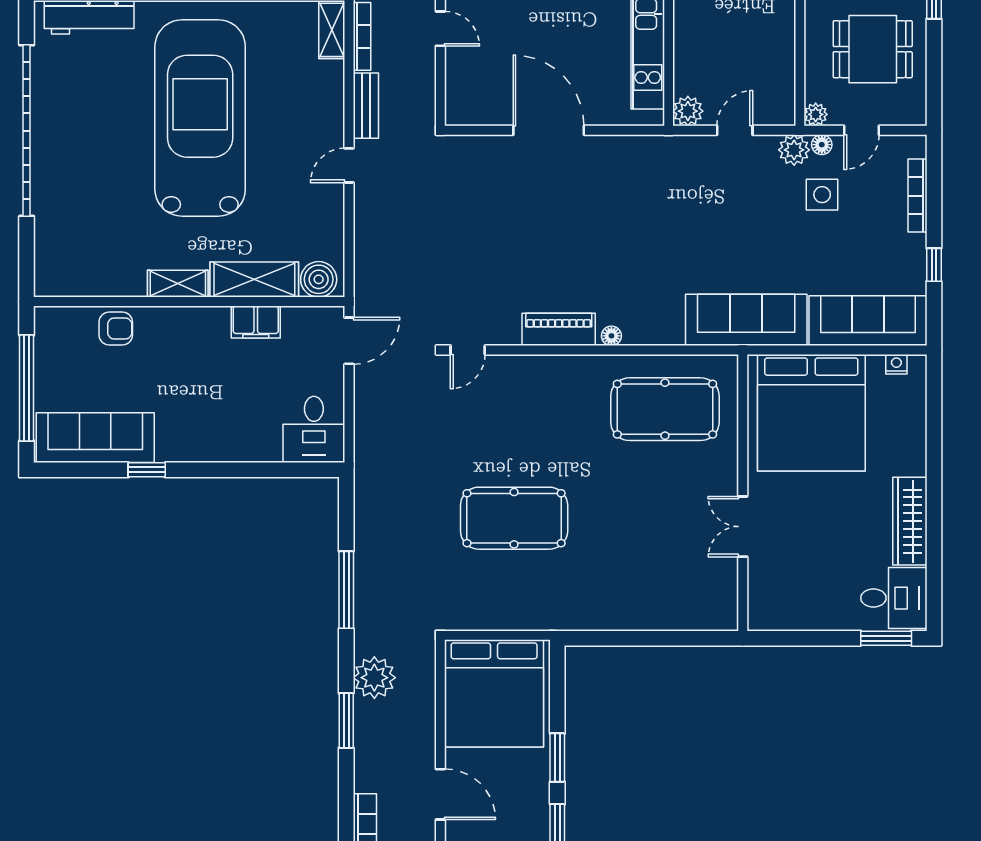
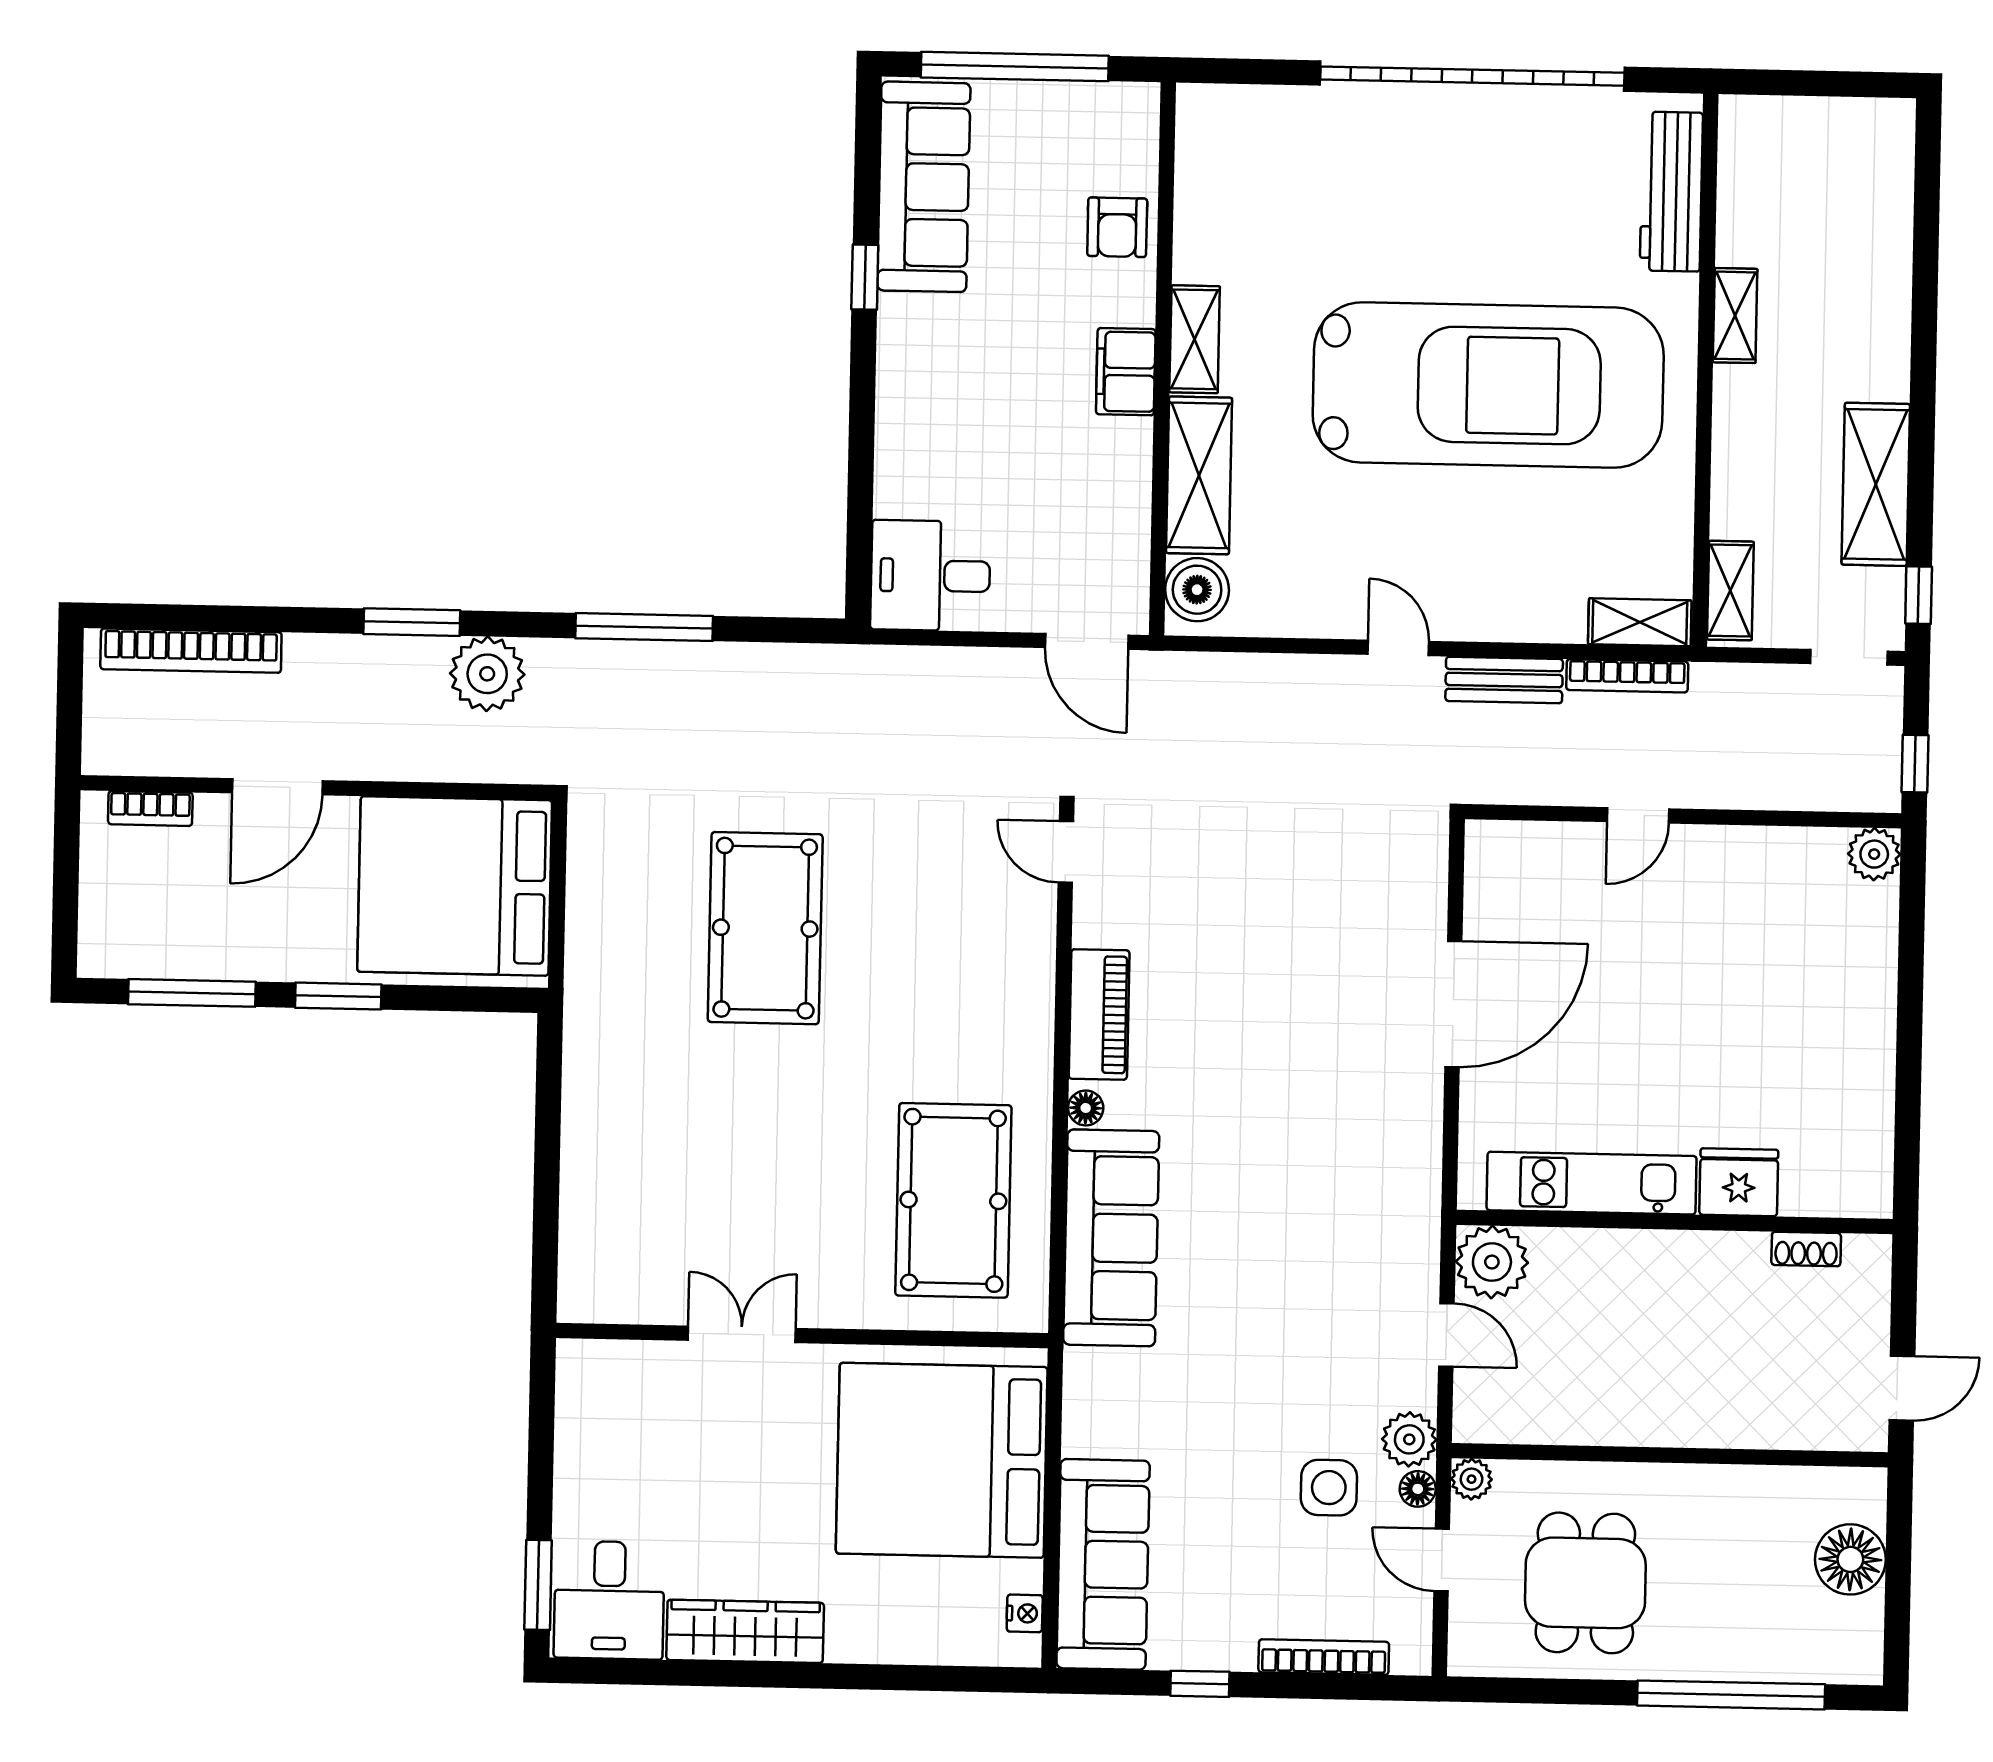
plant: (688, 111) -> (1492, 1262), width x1.36, depth x1.36
sofa: (746, 320) -> (1111, 1238), moved
filing cabinet: (256, 322) -> (1126, 372), moved

